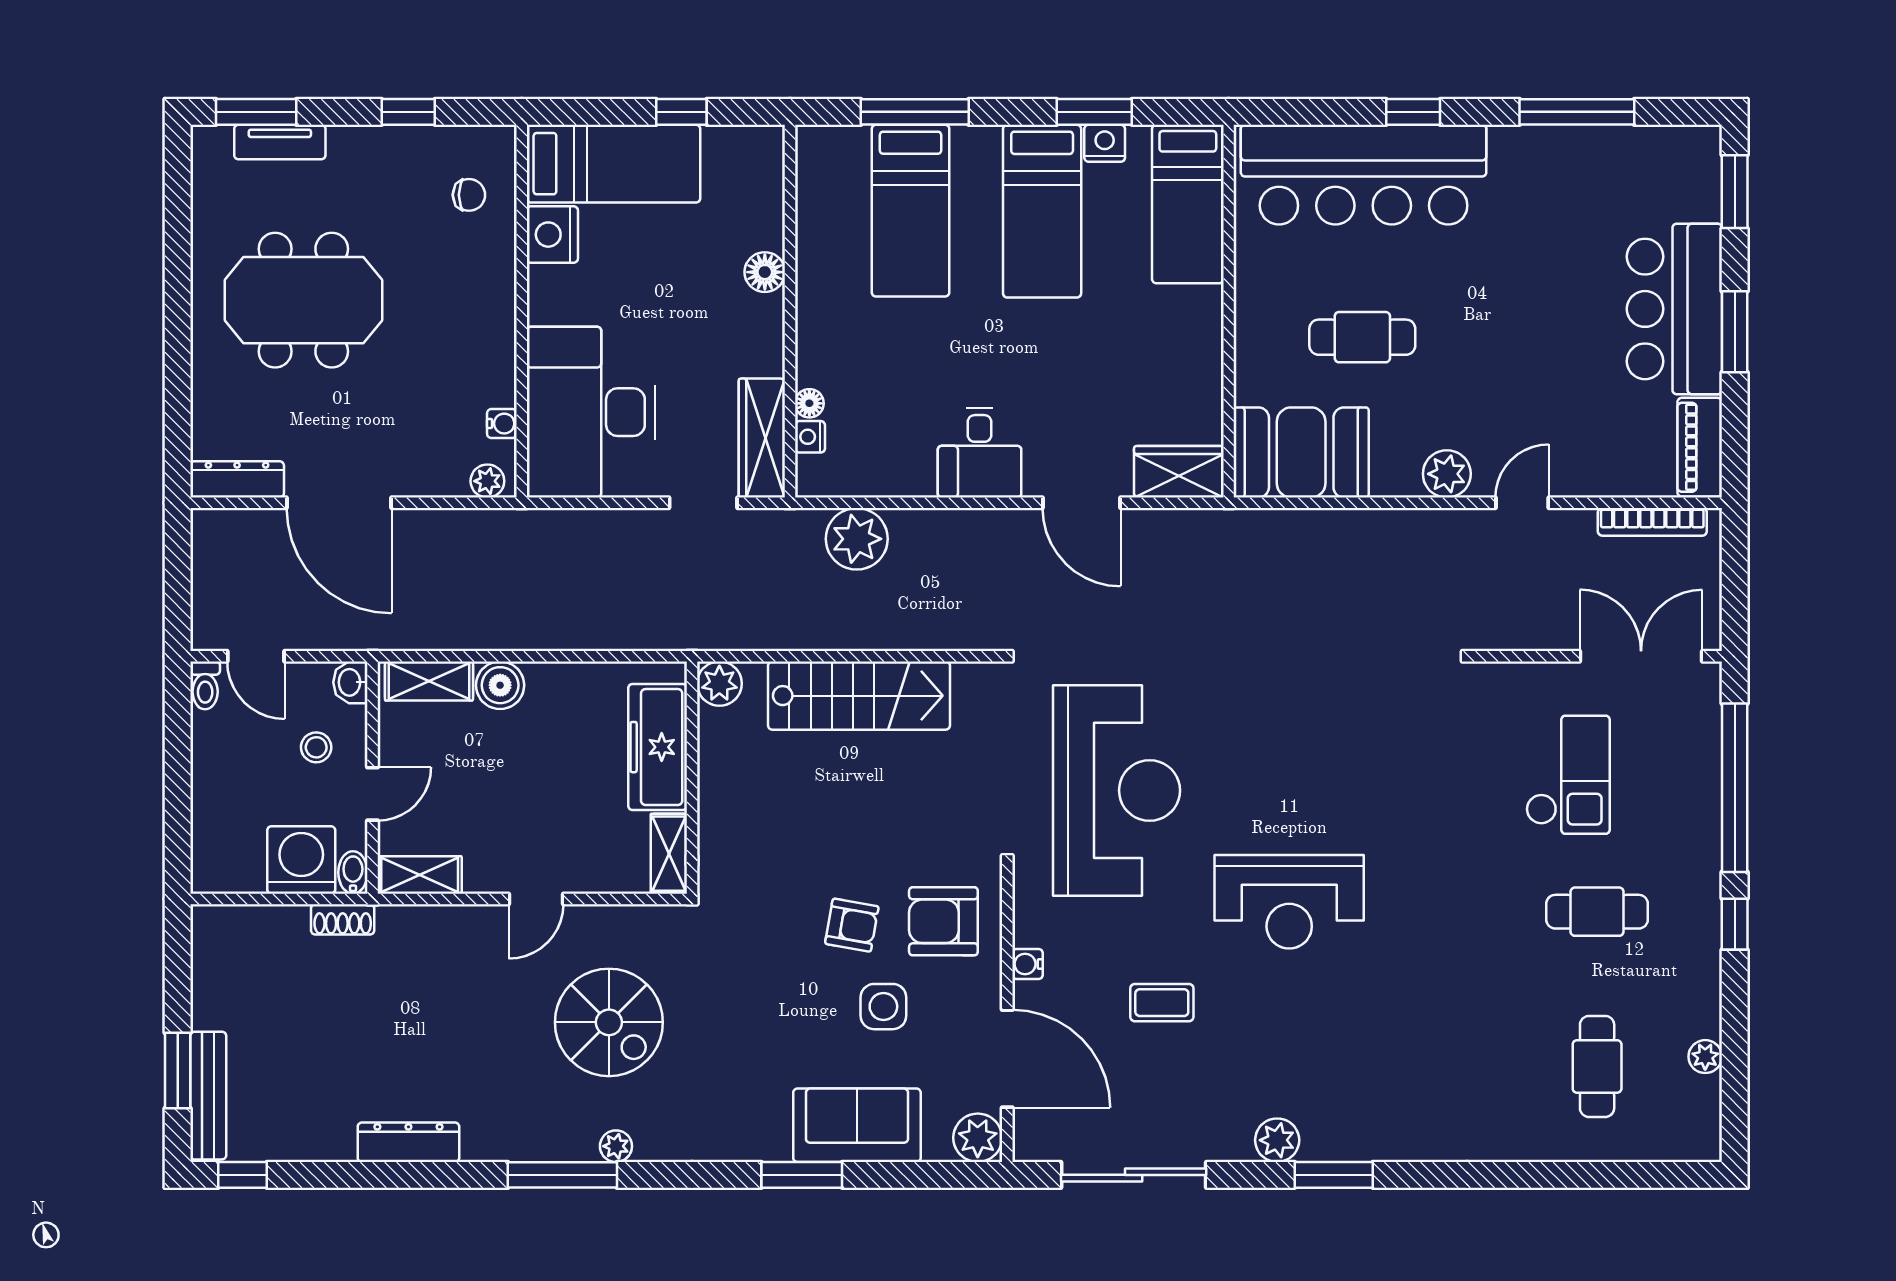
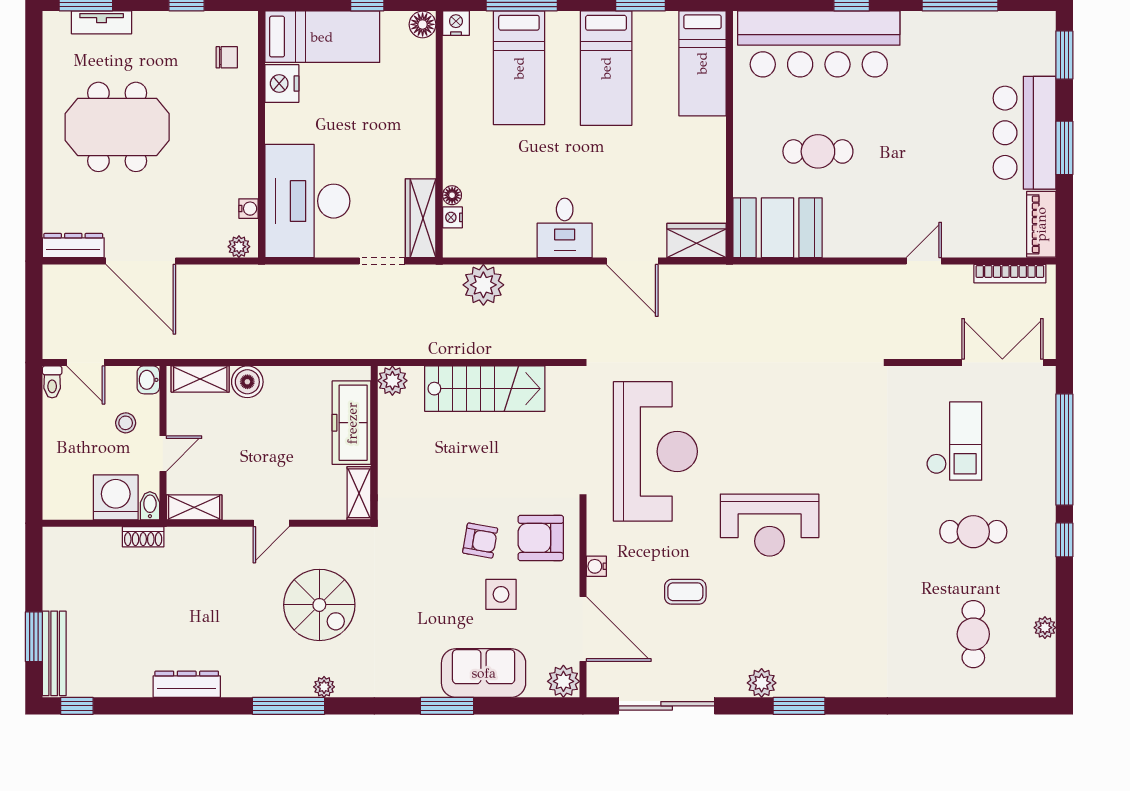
nightstand: (1105, 143) -> (456, 23), moved
floor lamp: (765, 272) -> (423, 24), moved
plant: (1447, 474) -> (874, 242), removed

